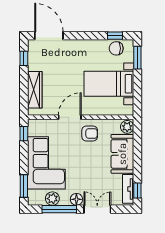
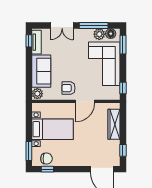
floor lamp: (76, 199) -> (111, 34), moved

